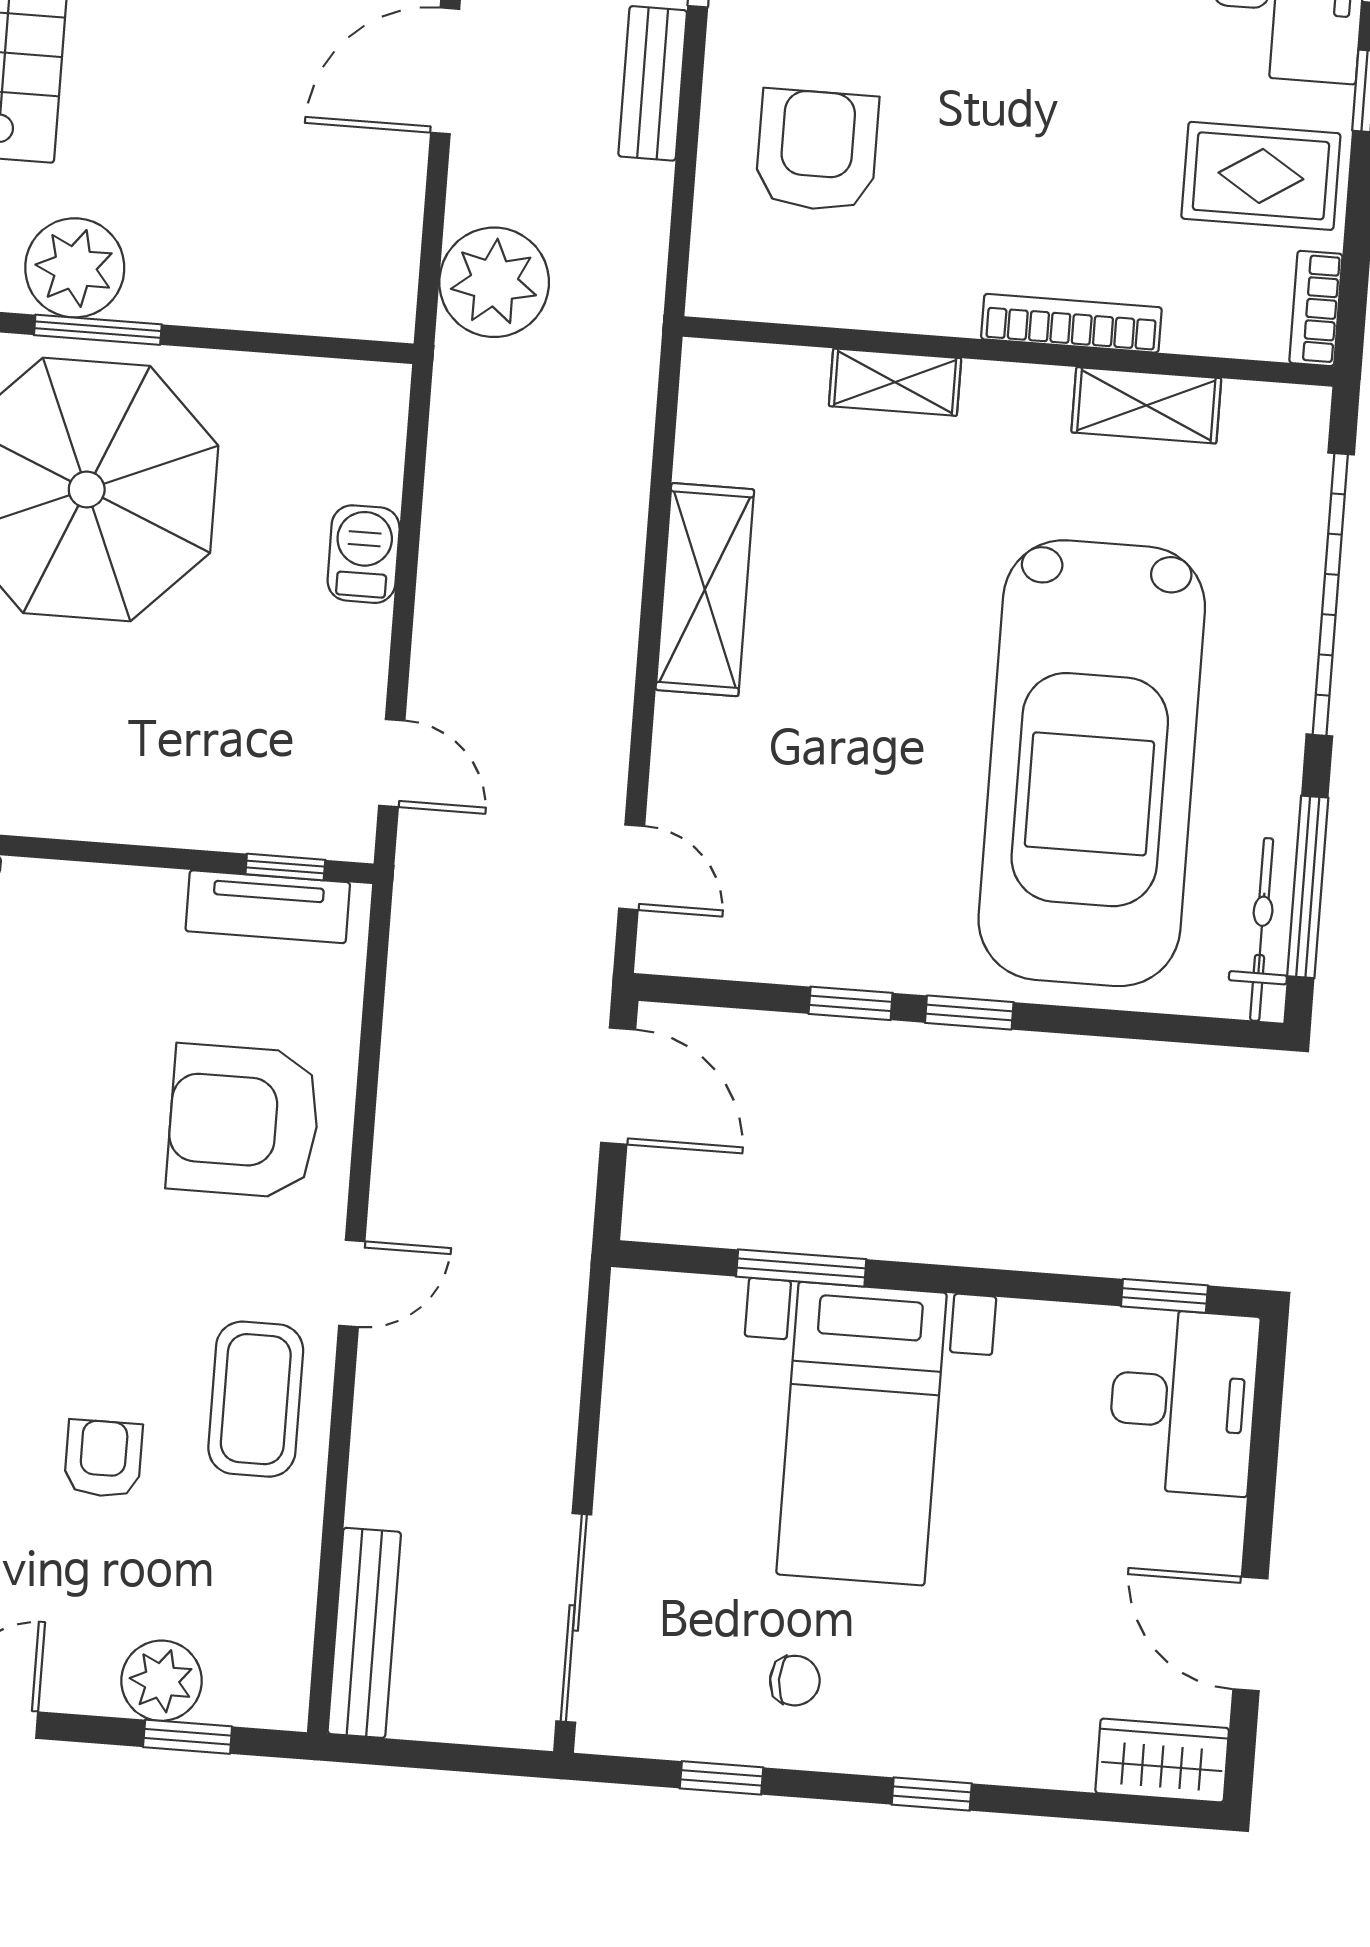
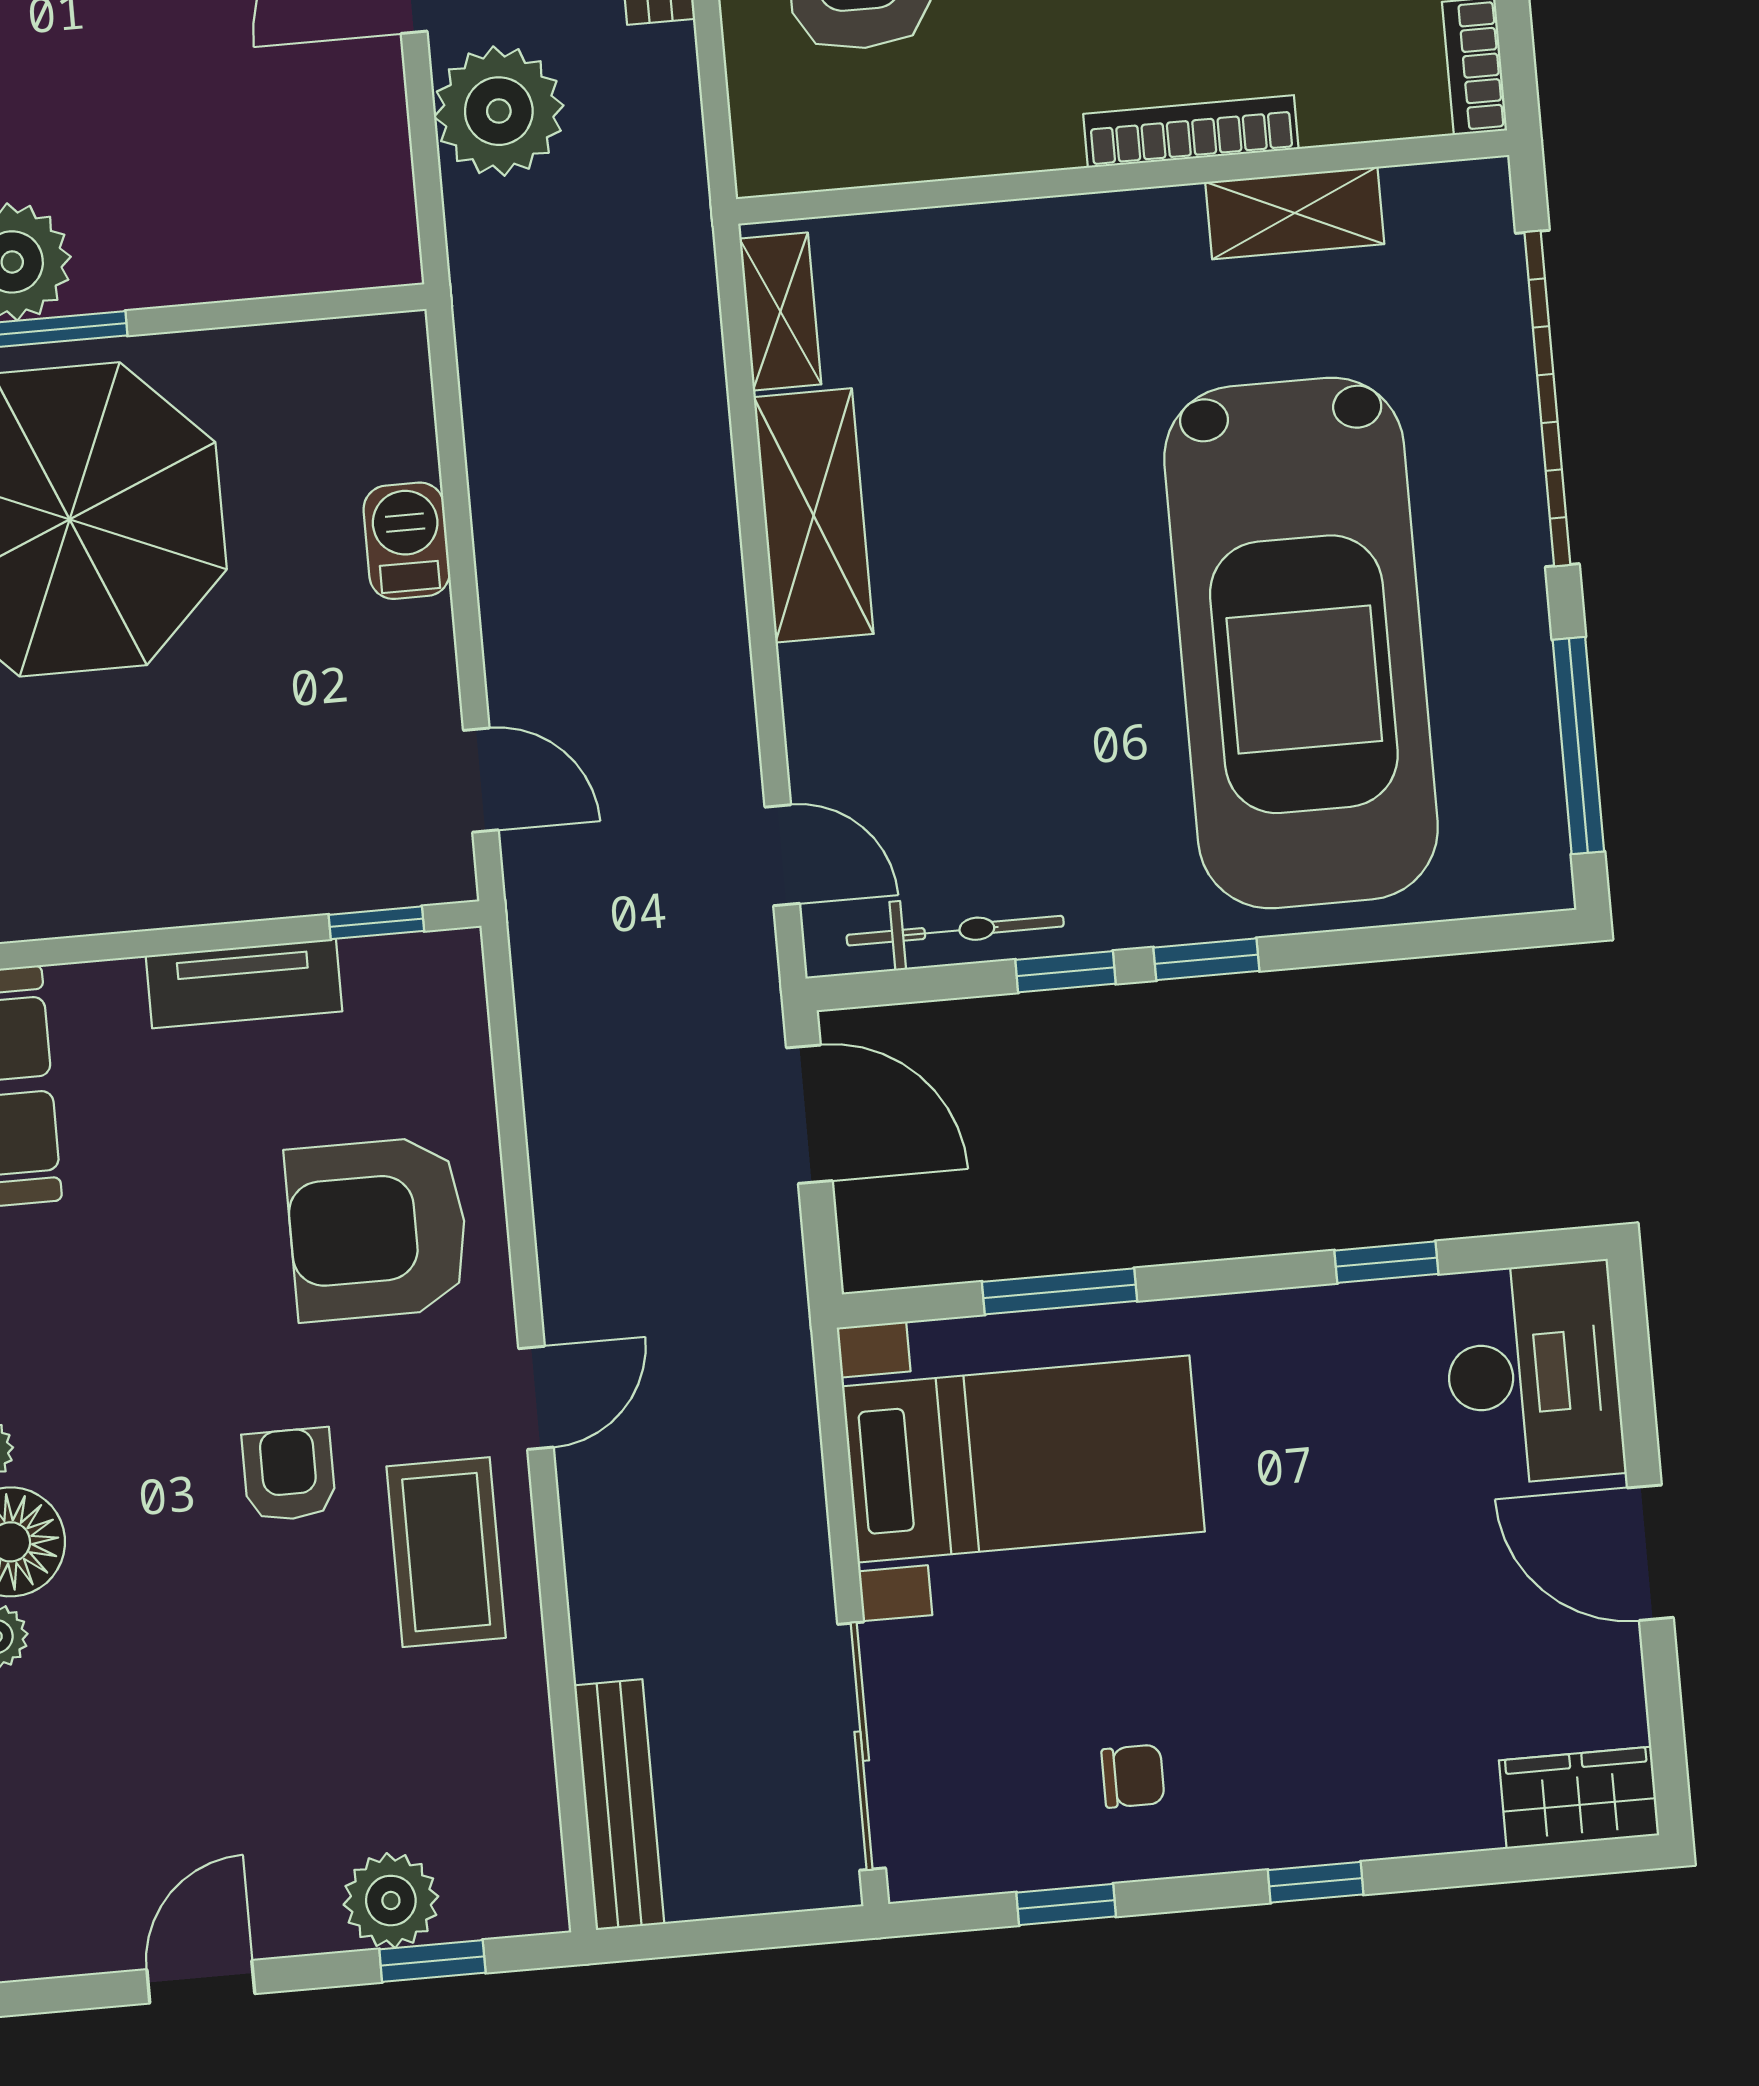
plant: (494, 282) -> (499, 111), moved
shelving: (895, 382) -> (780, 311), moved, turned 90
tv unit: (268, 907) -> (244, 983), moved
bicycle: (1262, 929) -> (955, 931), moved, turned 90
window: (1164, 1296) -> (1386, 1262), moved
bed with nightstands: (861, 1434) -> (1023, 1459), moved, turned -90
armchair: (103, 1459) -> (289, 1475), moved
door: (1250, 1634) -> (1650, 1553), moved

